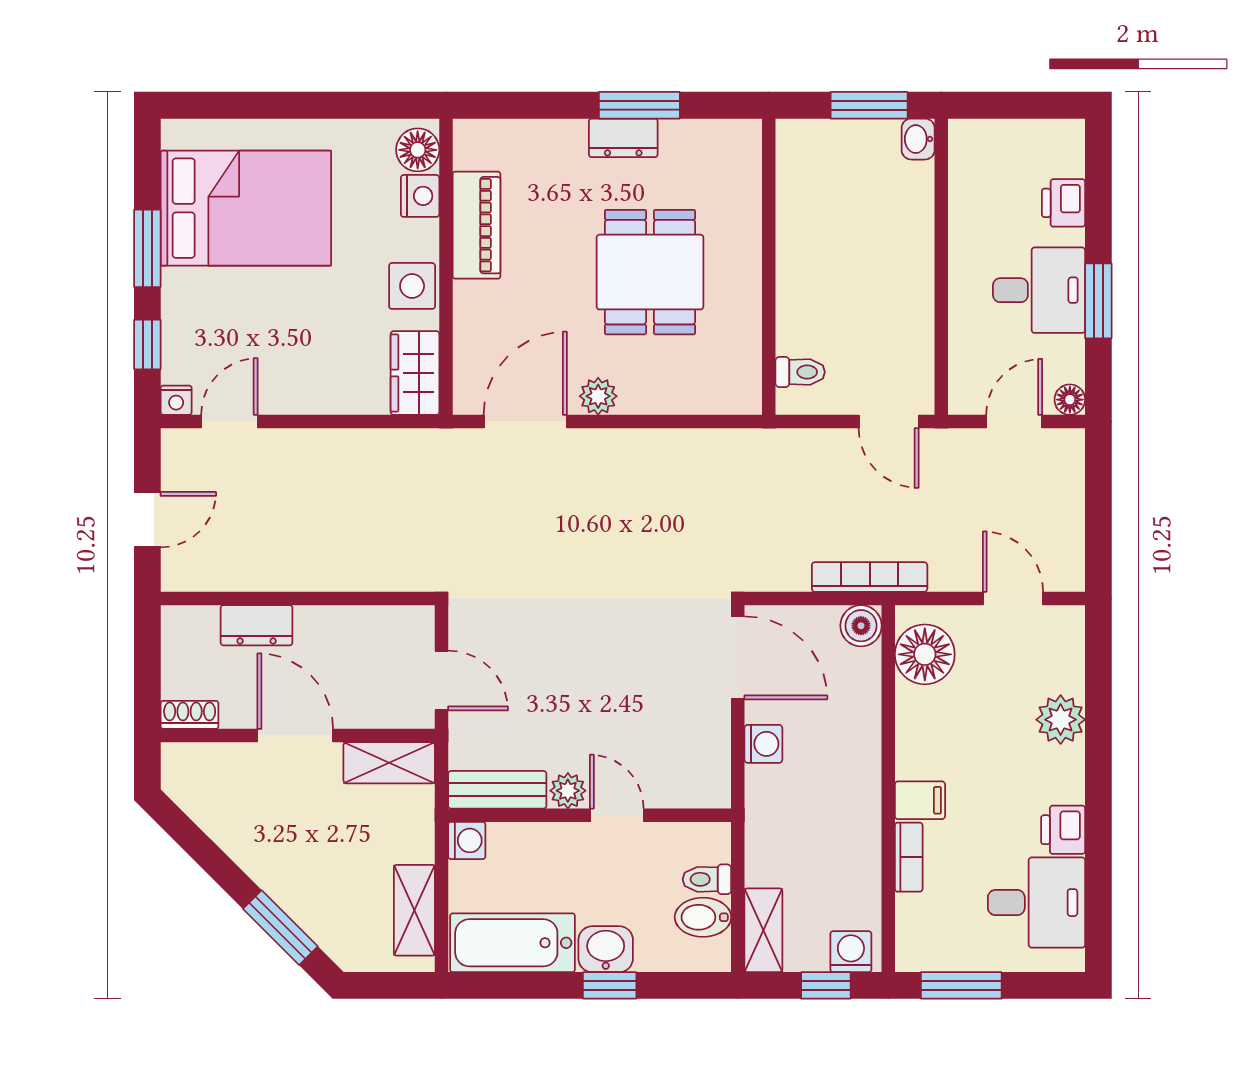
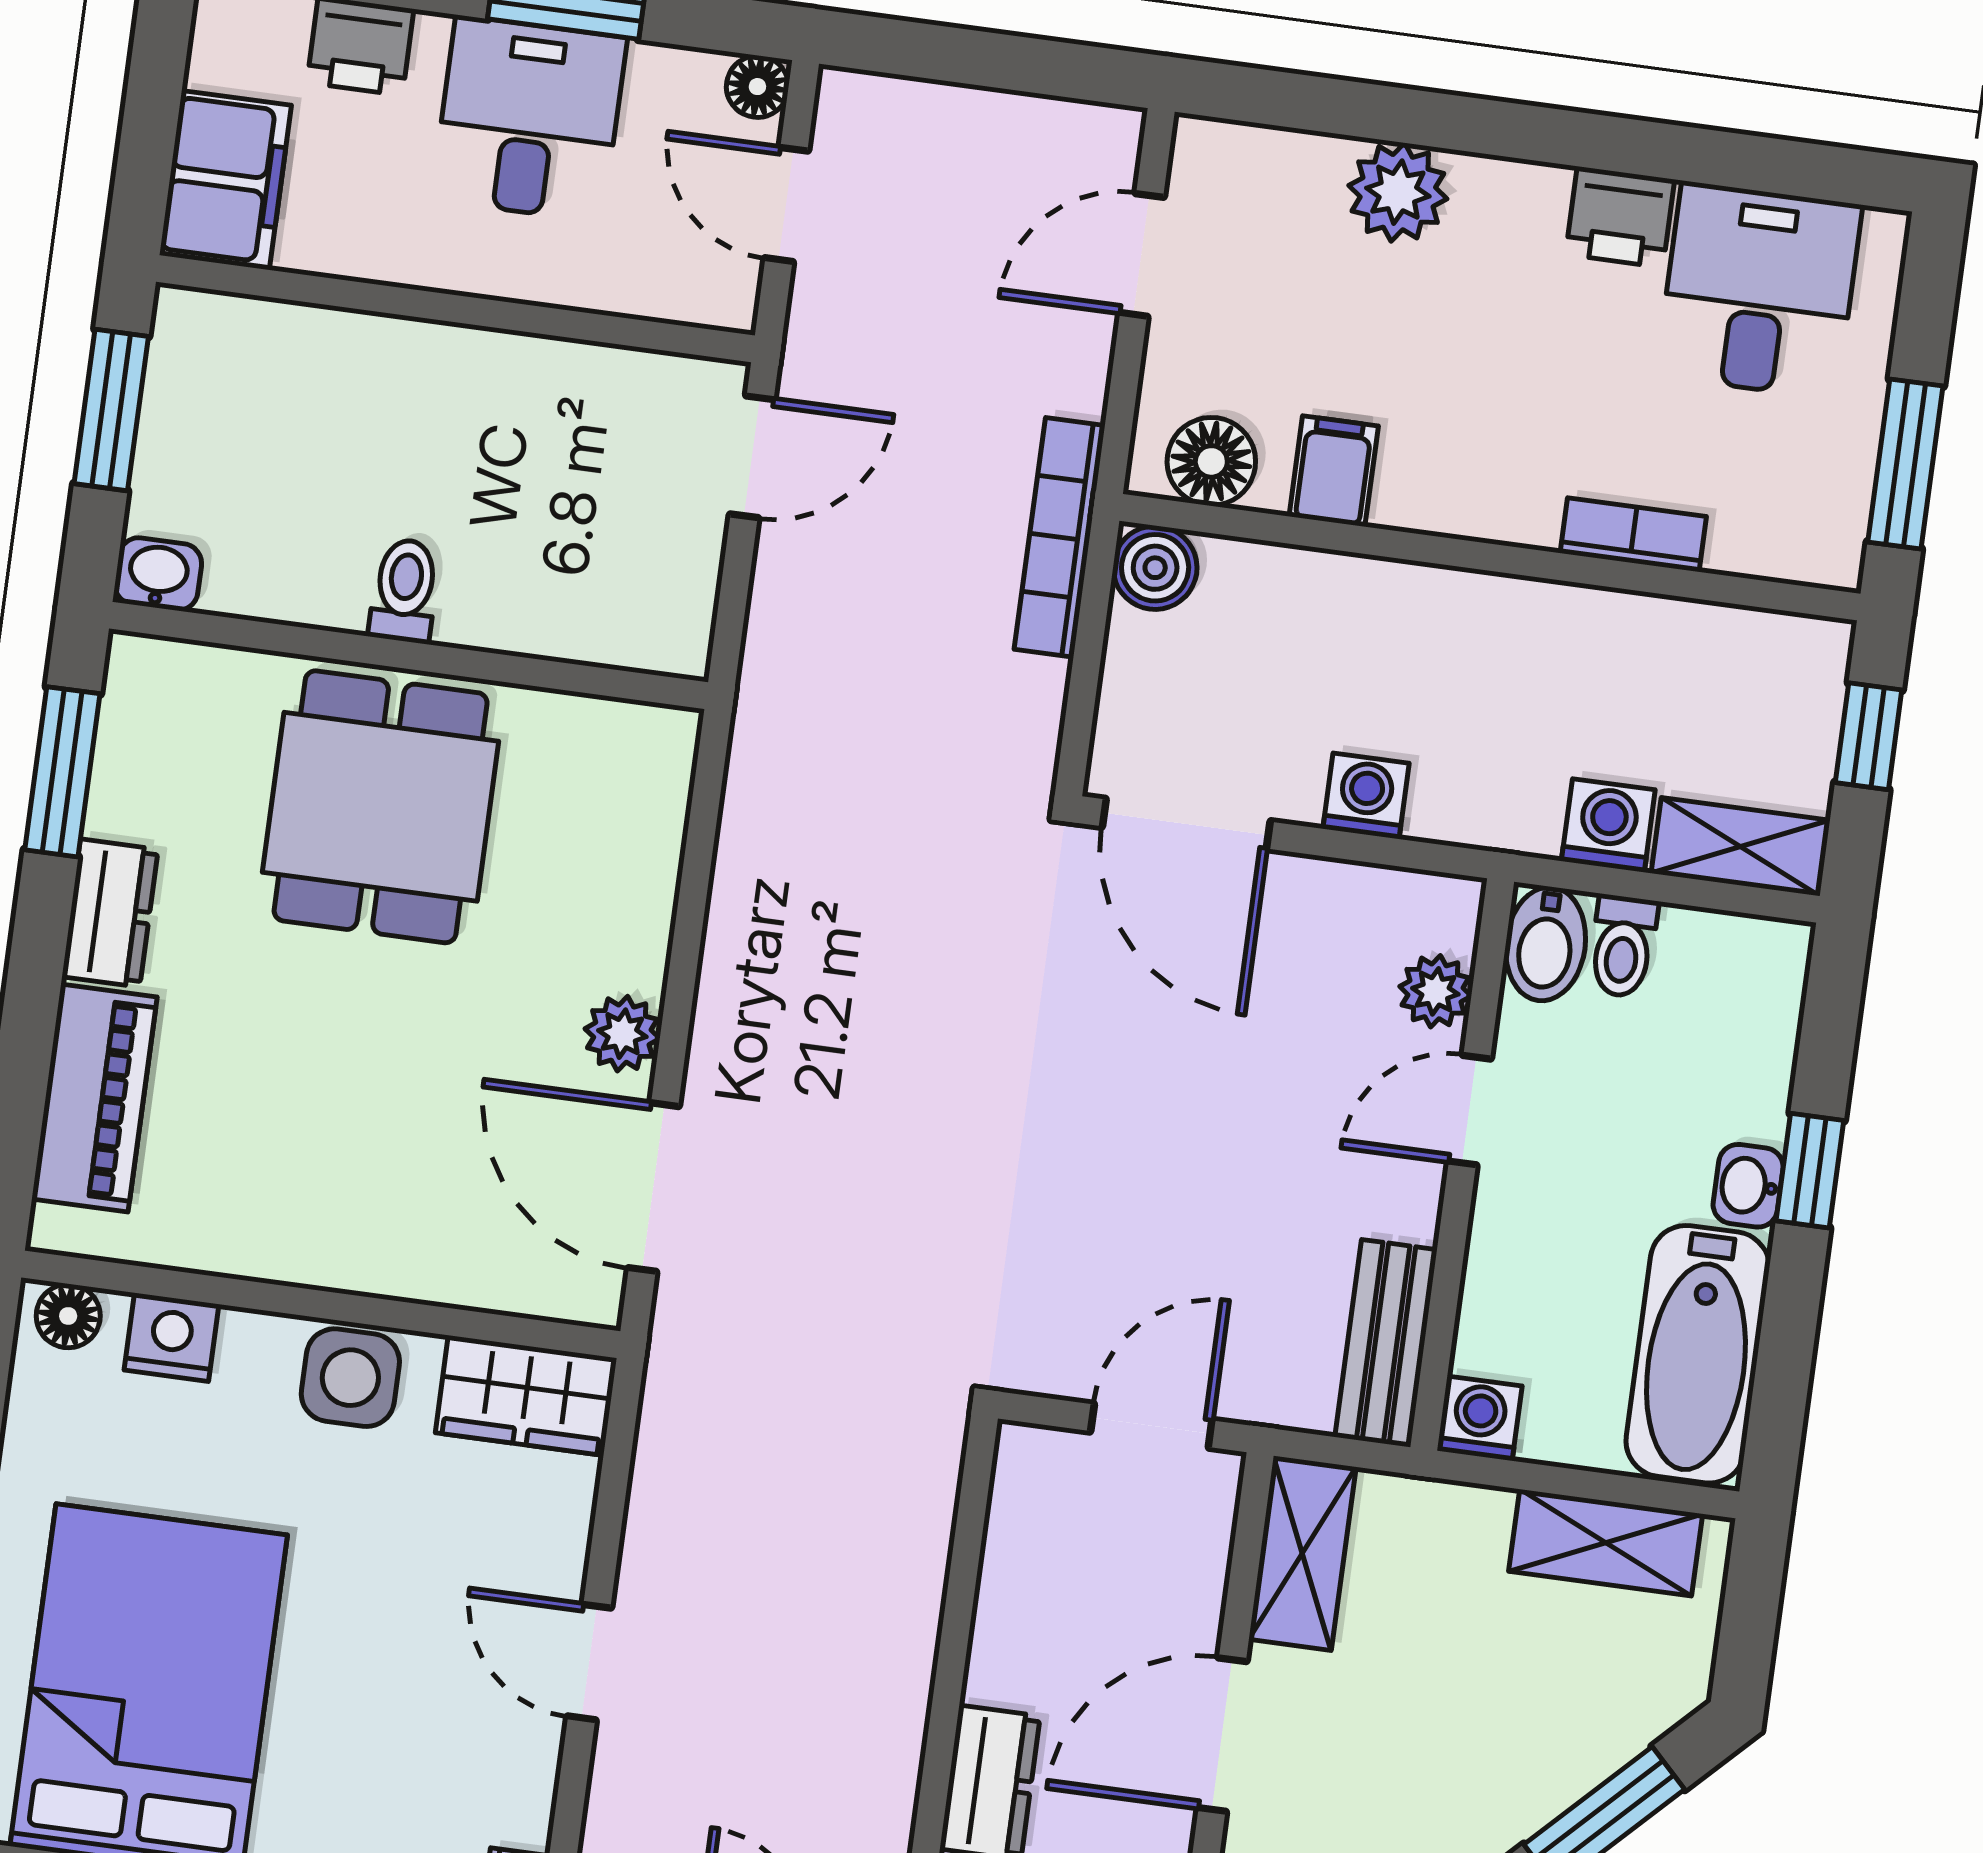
window: (639, 105) -> (62, 772), moved
washbasin: (918, 139) -> (158, 574), moved, turned 180
filing cabinet: (989, 146) -> (225, 180), added
floor lamp: (418, 150) -> (68, 1316), width x0.73, depth x0.73
piano: (476, 225) -> (94, 1098), moved, turned 90
dining table: (650, 272) -> (381, 807), moved, turned 90
toilet: (800, 372) -> (405, 591), moved
door: (229, 422) -> (589, 1662), moved
floor lamp: (925, 654) -> (1211, 461), width x0.73, depth x0.73
door: (738, 658) -> (1186, 824), swing flipped
plant: (568, 791) -> (1435, 991), moved
filing cabinet: (920, 800) -> (1334, 471), moved
bidet: (703, 917) -> (1546, 944), moved
washbasin: (606, 949) -> (1748, 1186), width x0.72, depth x0.69
washing machine: (851, 952) -> (1608, 825), moved, turned 90

